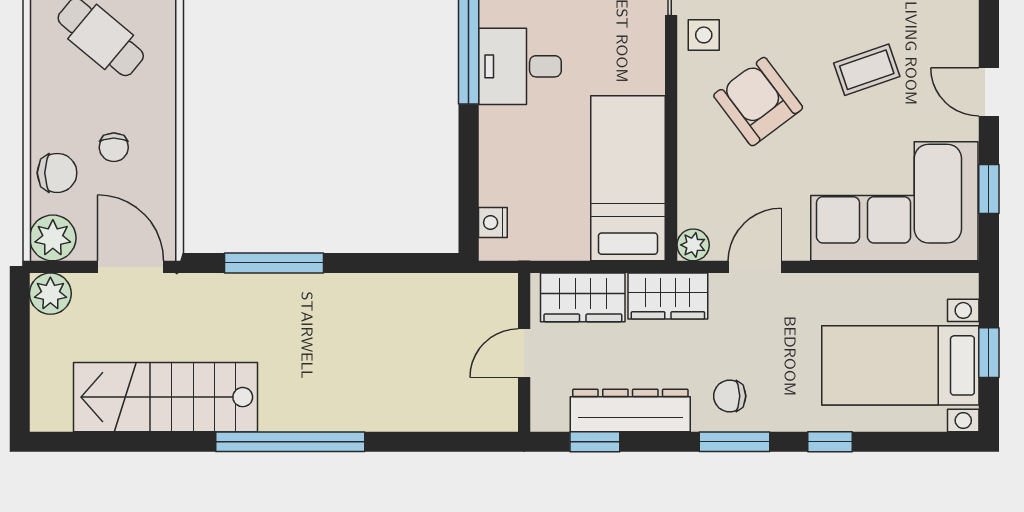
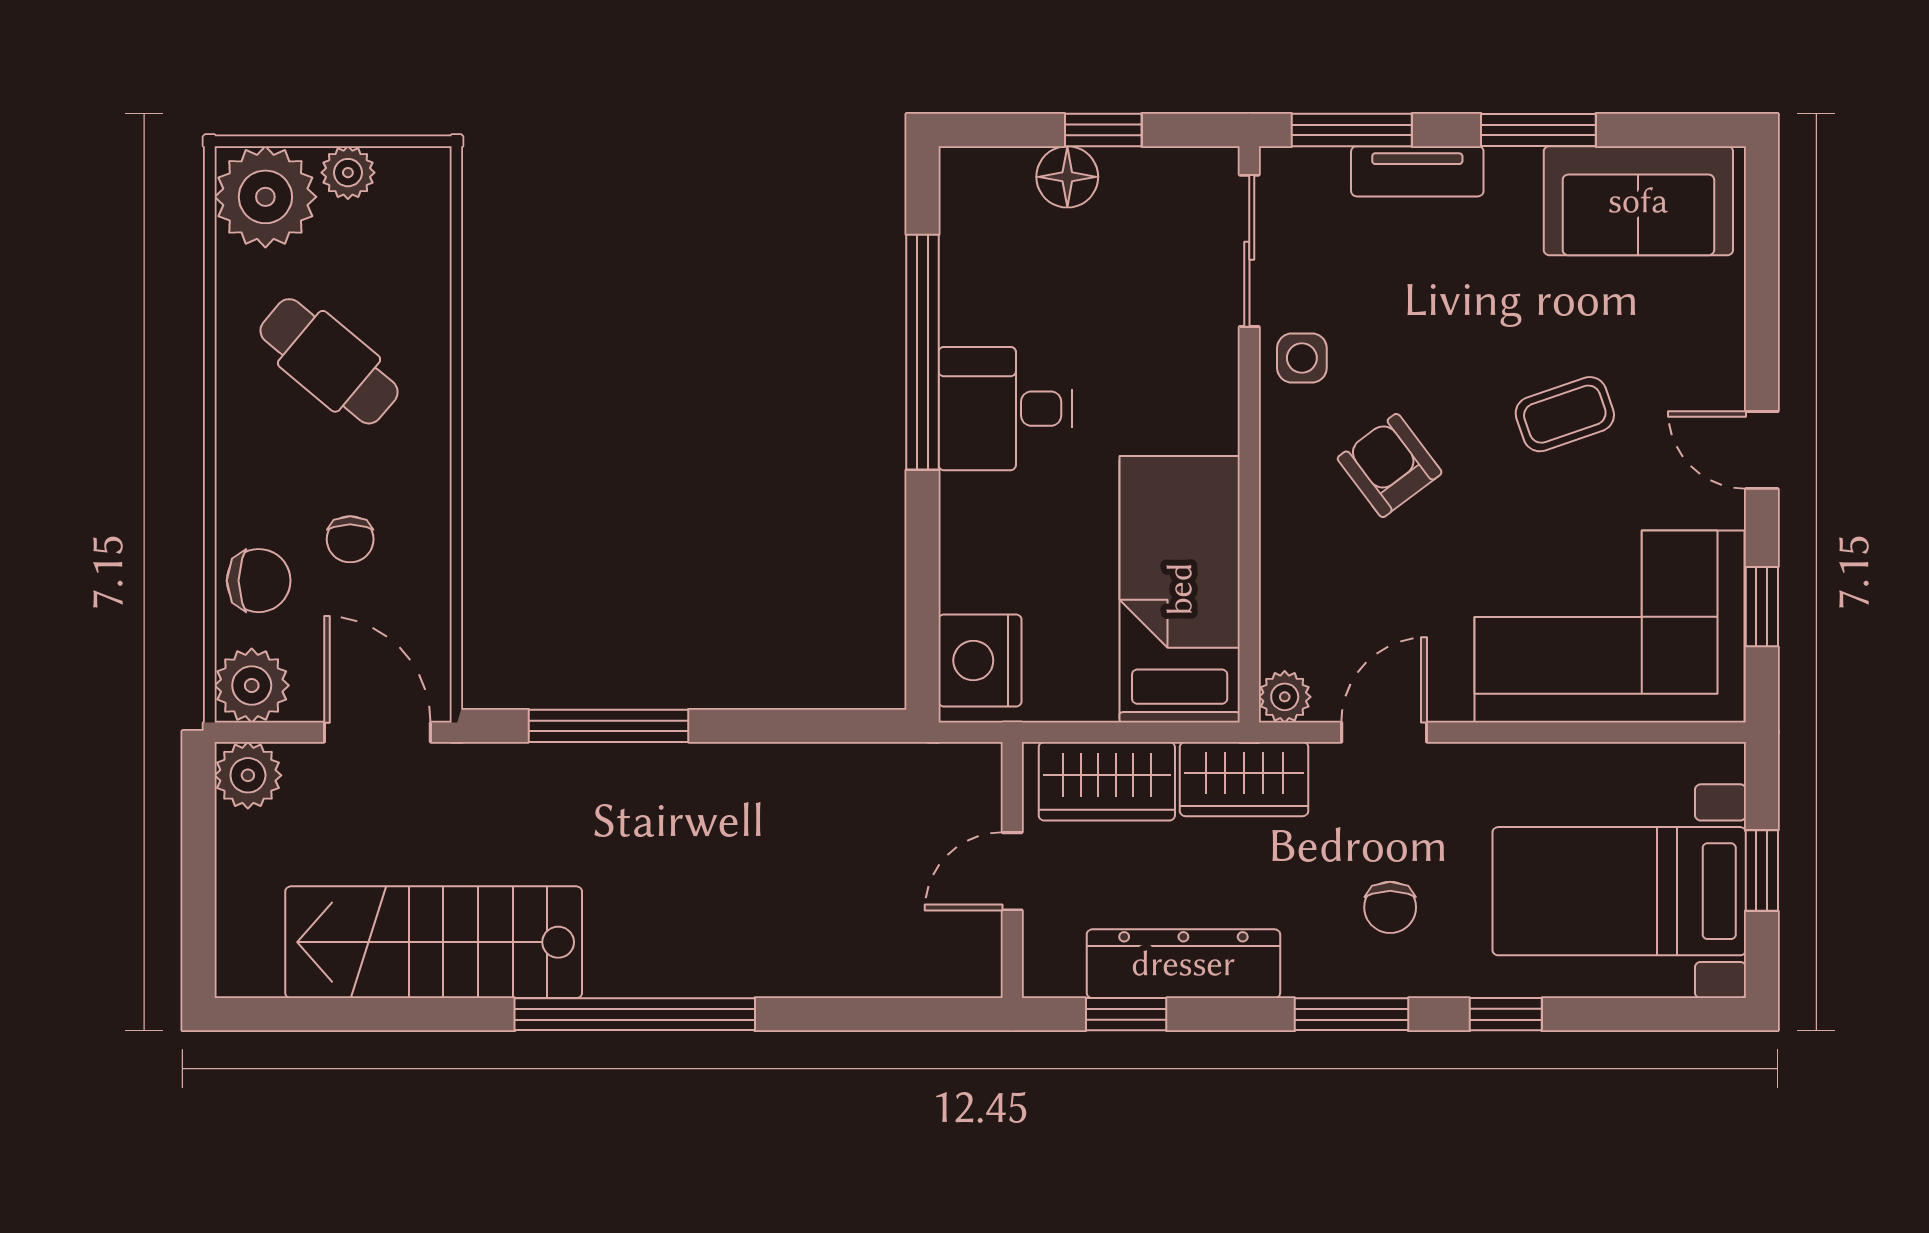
armchair: (758, 102) -> (1390, 465), width x0.72, depth x0.72
nightstand: (493, 222) -> (980, 661), width x1.89, depth x1.79
chair: (730, 396) -> (1390, 907), moved, turned -90

